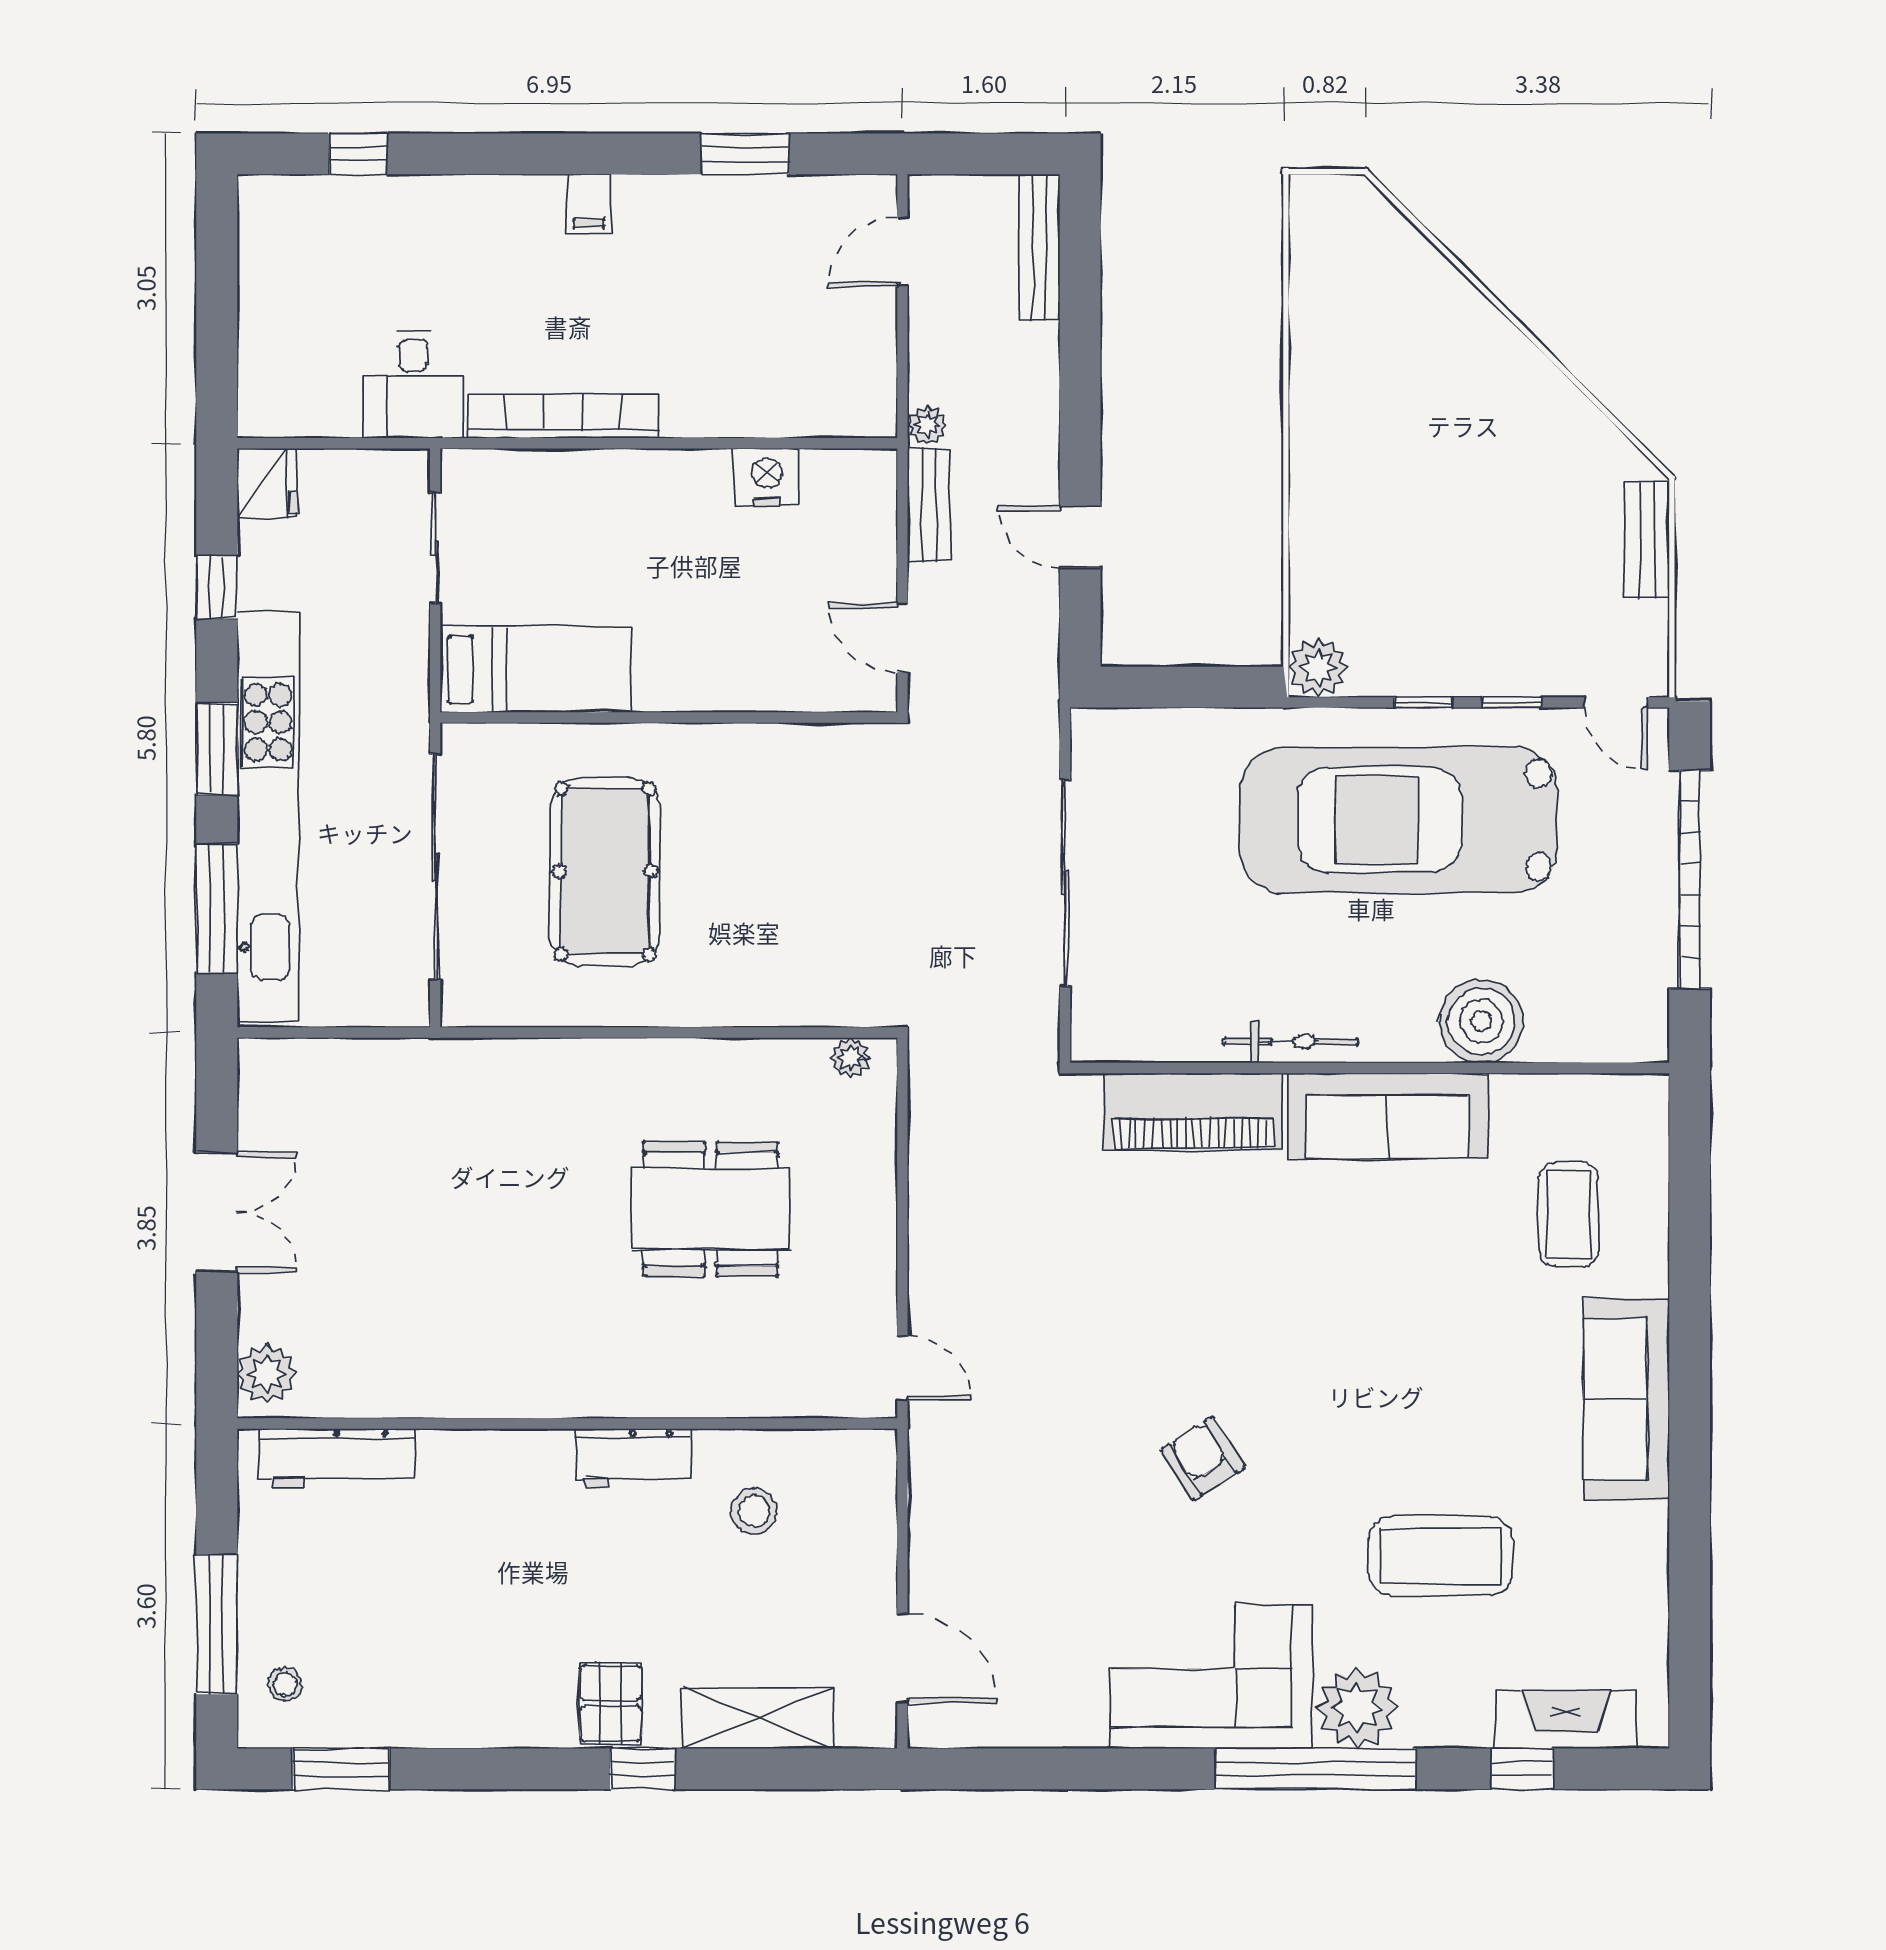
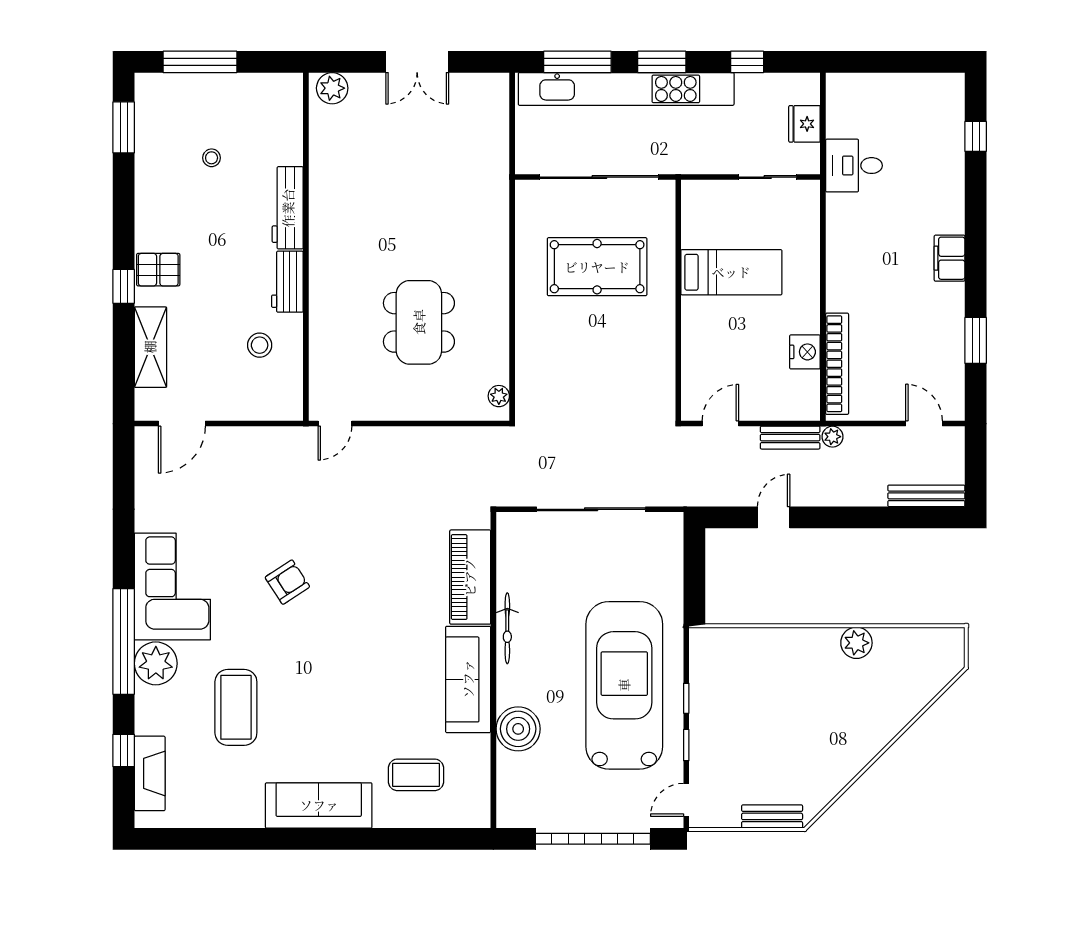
filing cabinet: (589, 203) -> (950, 258), width x2.00
bookcase: (563, 416) -> (837, 364), moved
fridge: (267, 483) -> (804, 124), moved, turned 90
plant: (1318, 668) -> (856, 643), moved
bed: (536, 669) -> (731, 272), moved, turned -90
workbench: (337, 1458) -> (288, 208), moved
stool: (285, 1684) -> (212, 158), moved

